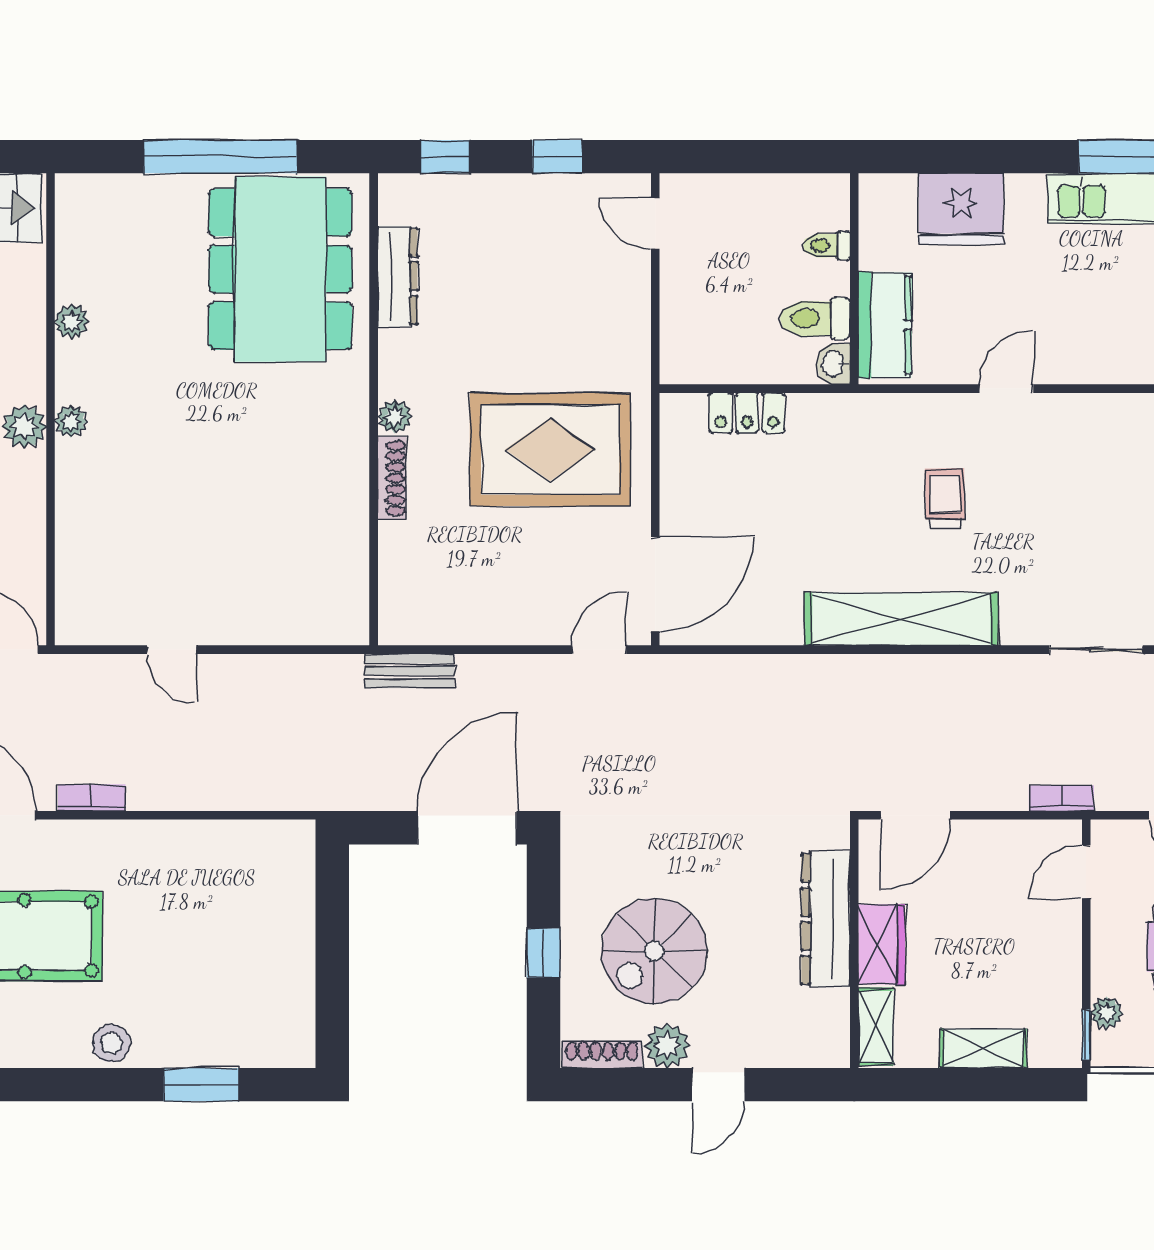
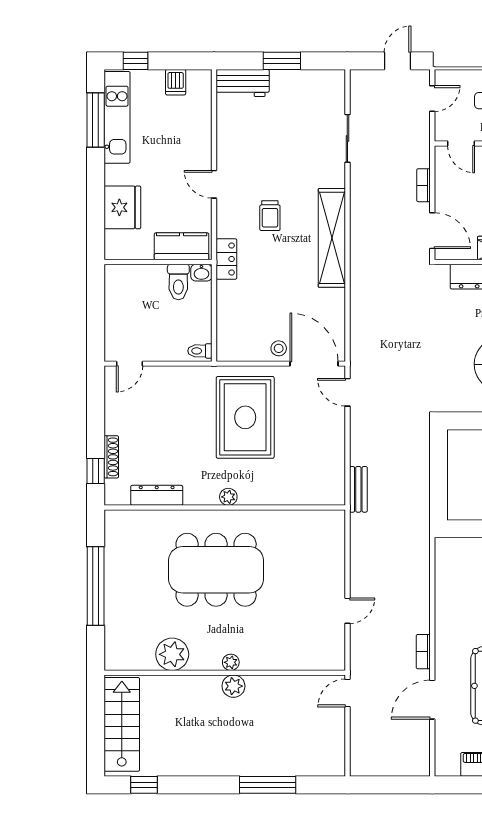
window: (557, 157) -> (96, 414), removed
toilet: (827, 246) -> (200, 351), moved, turned 90
dining table: (280, 269) -> (216, 570), moved
plant: (72, 321) -> (172, 654), width x1.88, depth x1.88
locker: (747, 413) -> (226, 259), moved
shoe rack: (392, 478) -> (111, 457), moved, turned 90
trolley: (945, 498) -> (270, 216), turned -89
stool: (685, 515) -> (279, 348), added
bookcase: (1061, 798) -> (423, 185), moved
door: (467, 828) -> (439, 460), removed

